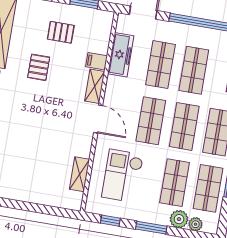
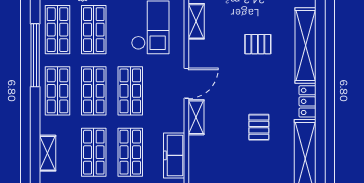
pallet: (61, 32) -> (258, 44), moved
filing cabinet: (96, 61) -> (199, 144), removed
door: (98, 119) -> (186, 83), swing flipped

